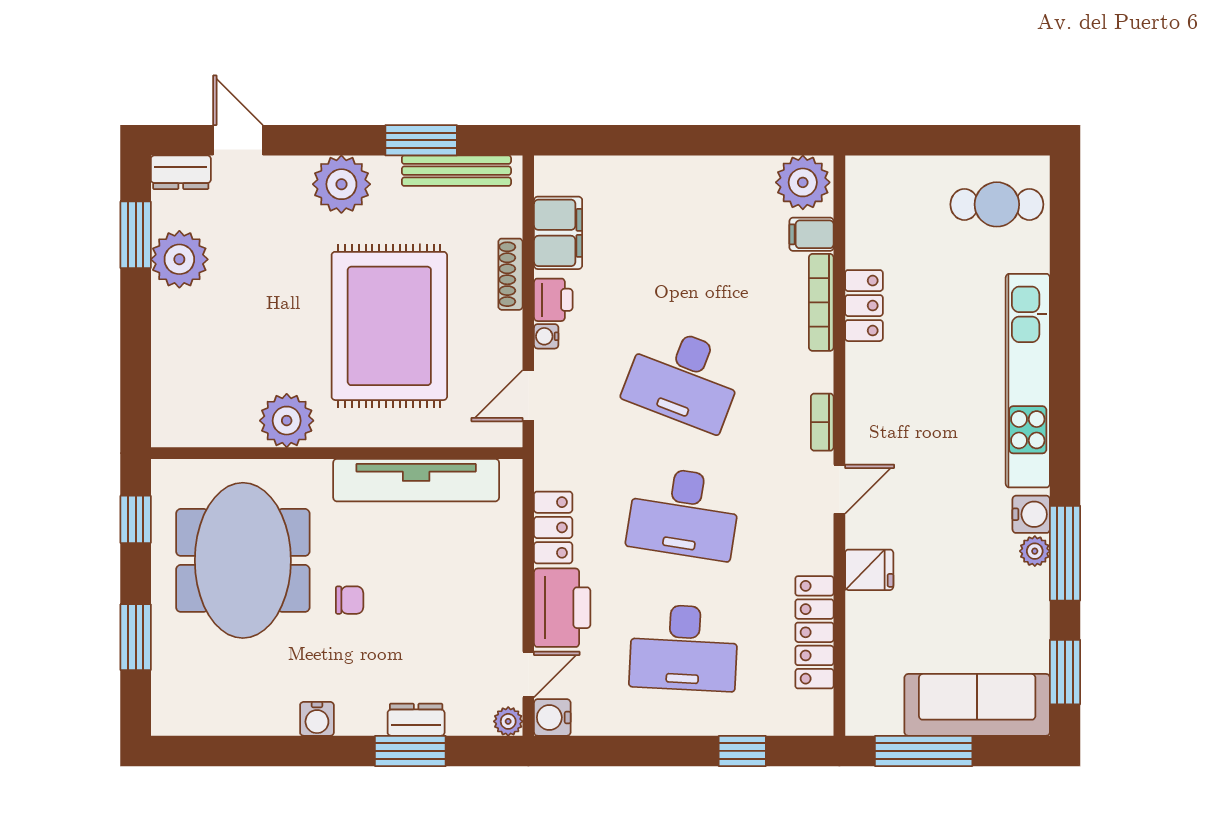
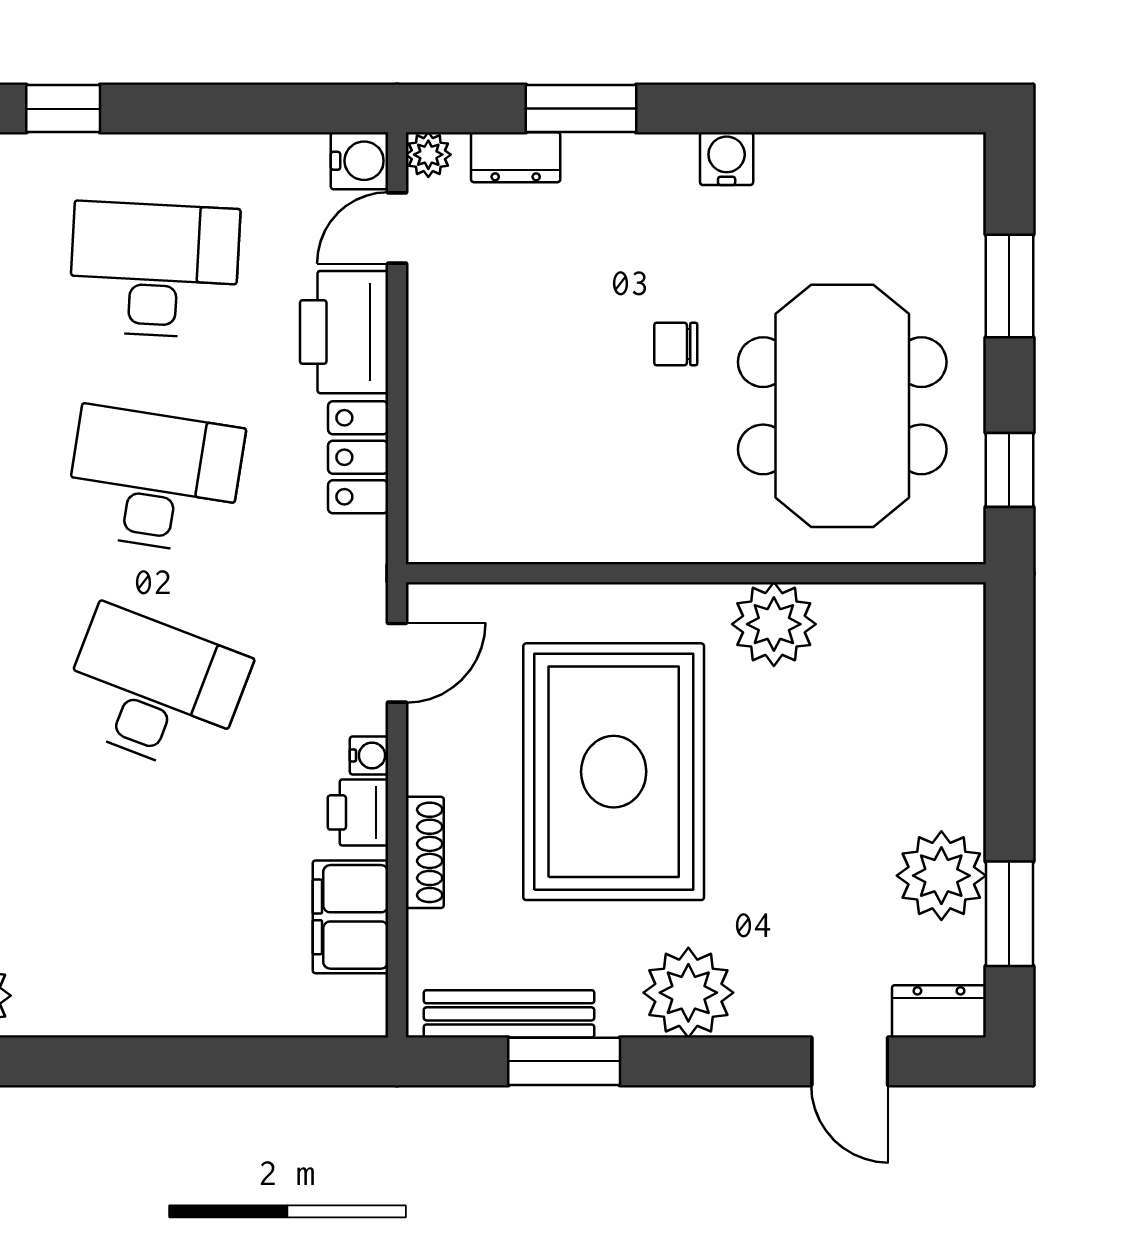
tv unit: (416, 480) -> (572, 531), removed
dresser: (416, 720) -> (516, 157), moved

